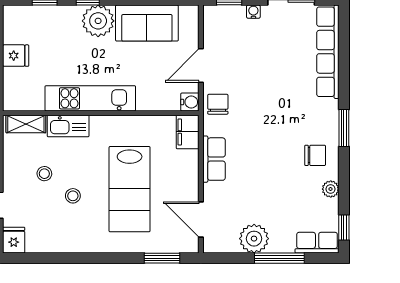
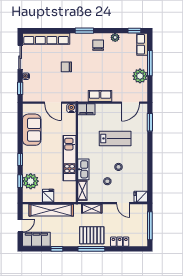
plant: (98, 21) -> (31, 181), moved
chair: (218, 104) -> (66, 67), moved
lab bench: (130, 189) -> (115, 138), width x0.73, depth x0.72

